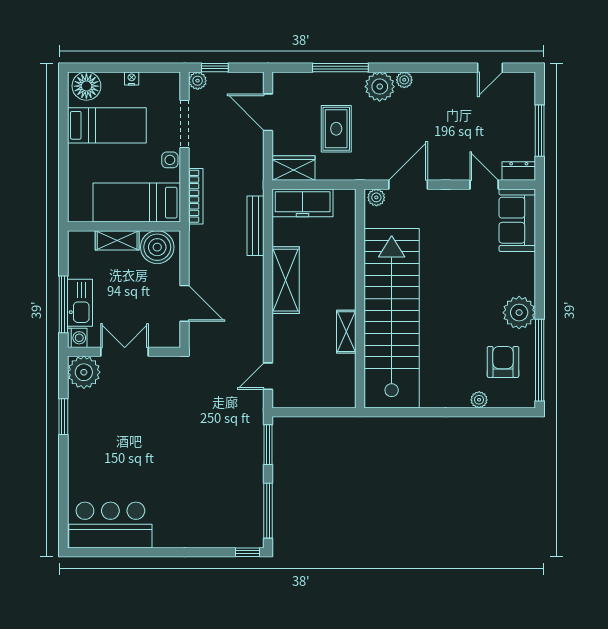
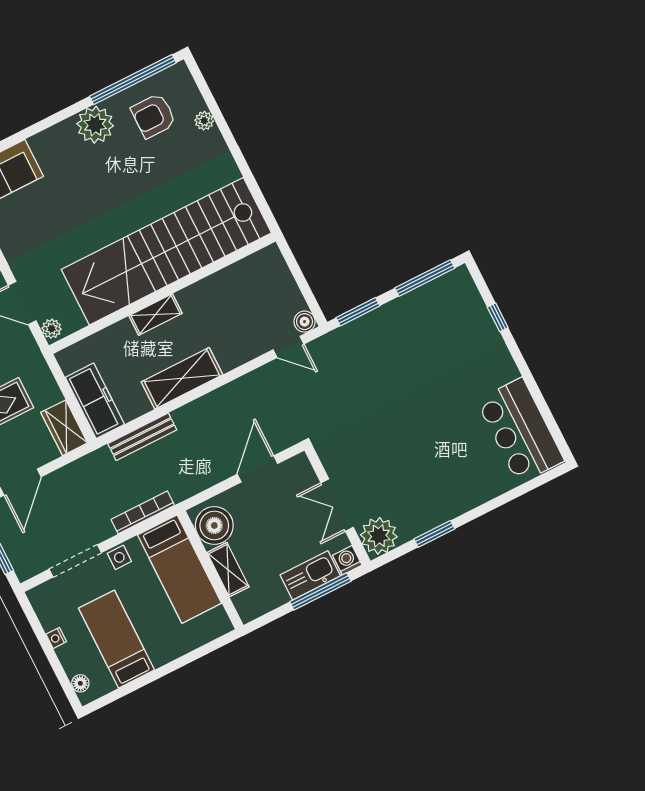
plant: (198, 81) -> (25, 570), removed
floor lamp: (86, 86) -> (80, 683), width x0.53, depth x0.53
shelving: (346, 332) -> (156, 315), moved
boiler: (281, 399) -> (305, 322), added
window: (248, 552) -> (498, 317), moved

